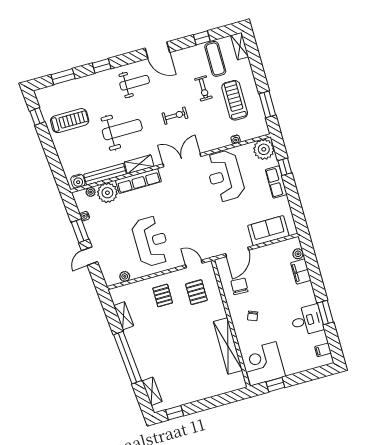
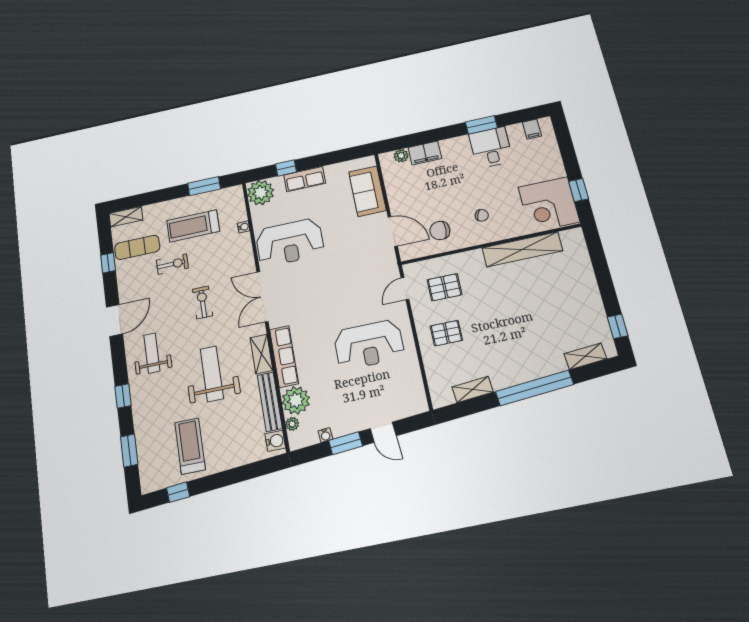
reception desk: (151, 241) -> (369, 345), turned 180
plant: (125, 276) -> (416, 384), removed

